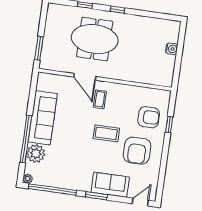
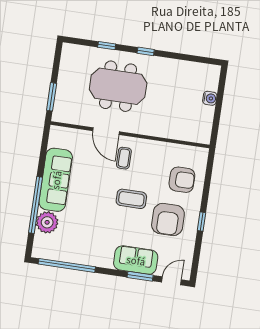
window: (169, 125) -> (201, 222), moved
plant: (28, 179) -> (37, 252), removed
window: (96, 196) -> (140, 276), moved

